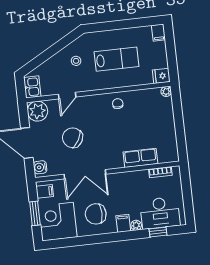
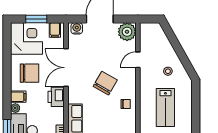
kitchen sink: (32, 87) -> (149, 29), removed
door: (67, 96) -> (138, 60), hinge flipped
chair: (73, 138) -> (105, 83), moved
printer: (119, 181) -> (56, 97), added
chair: (96, 214) -> (30, 73), turned 90

